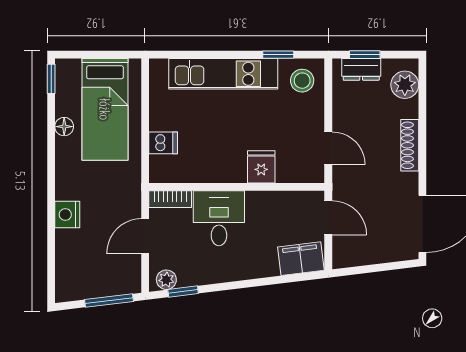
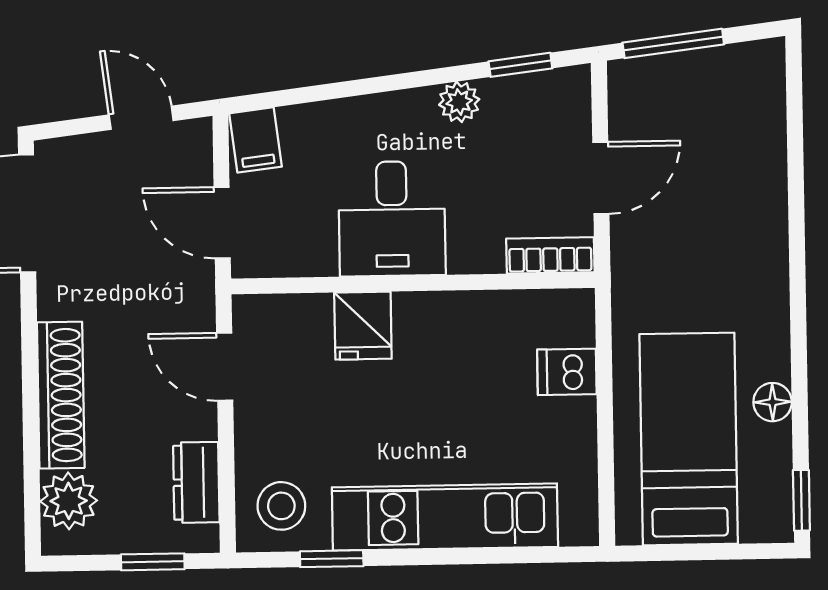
dresser: (361, 69) -> (196, 482), moved, turned -90
shoe rack: (410, 145) -> (61, 395), width x1.36, depth x1.24
nightstand: (67, 214) -> (763, 220), removed
desk: (219, 218) -> (392, 219), moved
filing cabinet: (301, 259) -> (255, 140), width x0.50
door: (367, 269) -> (141, 118), added
plant: (166, 280) -> (459, 102), moved

